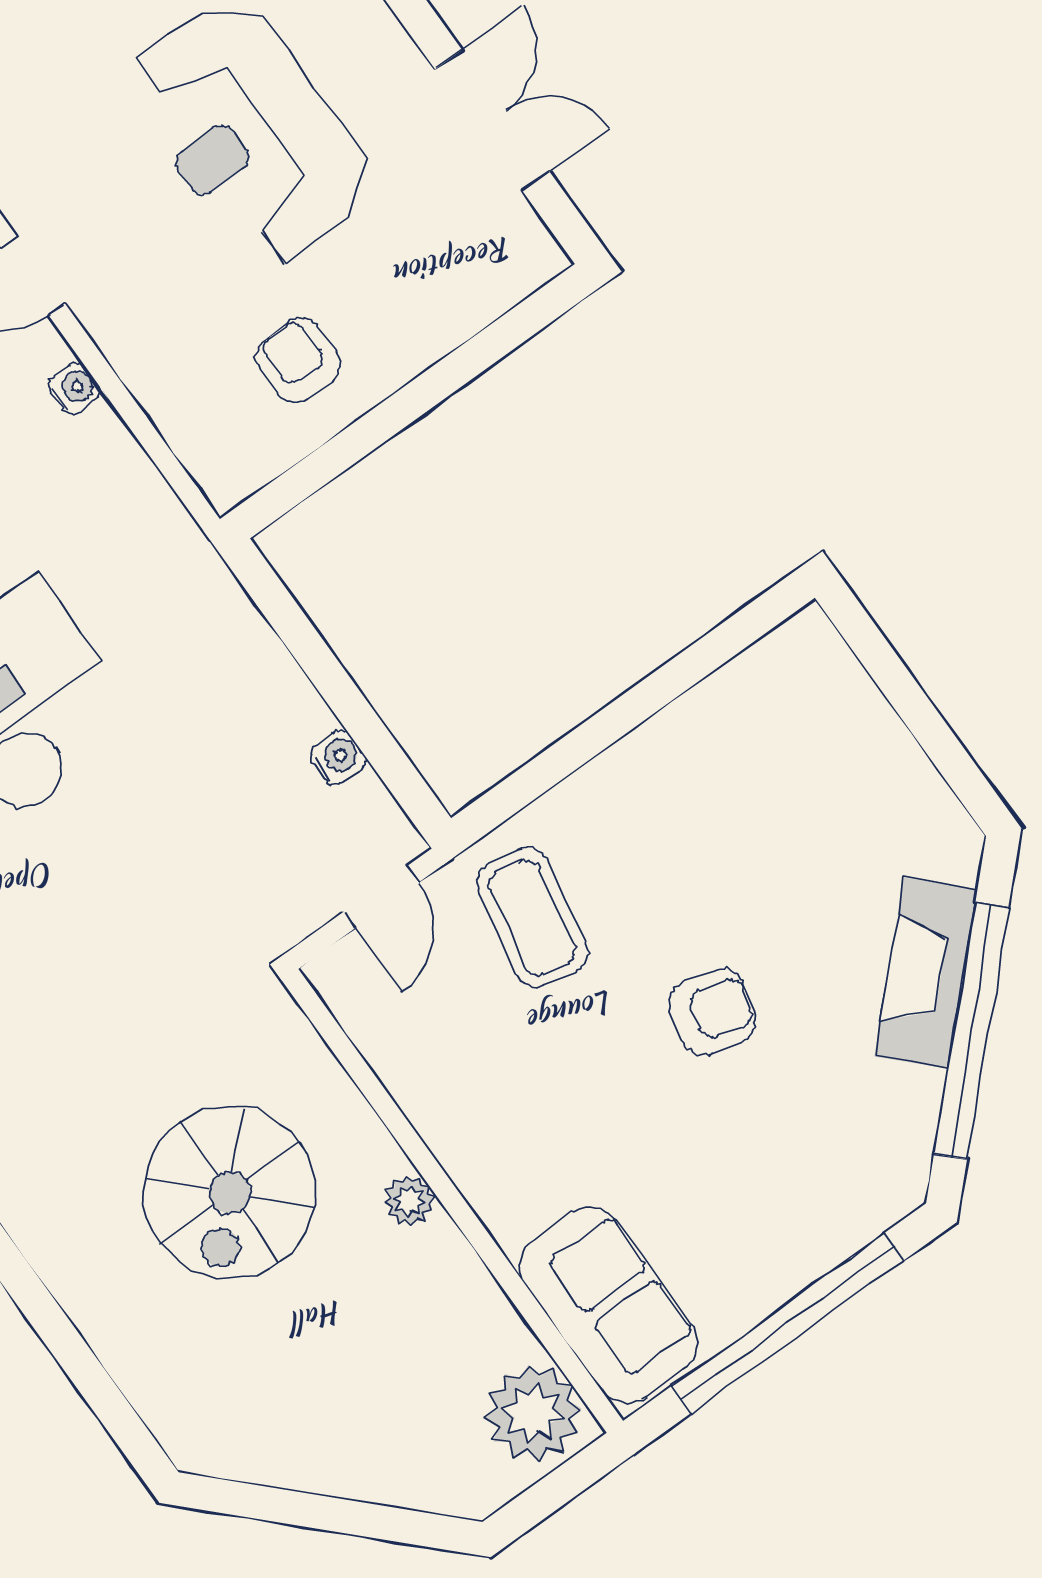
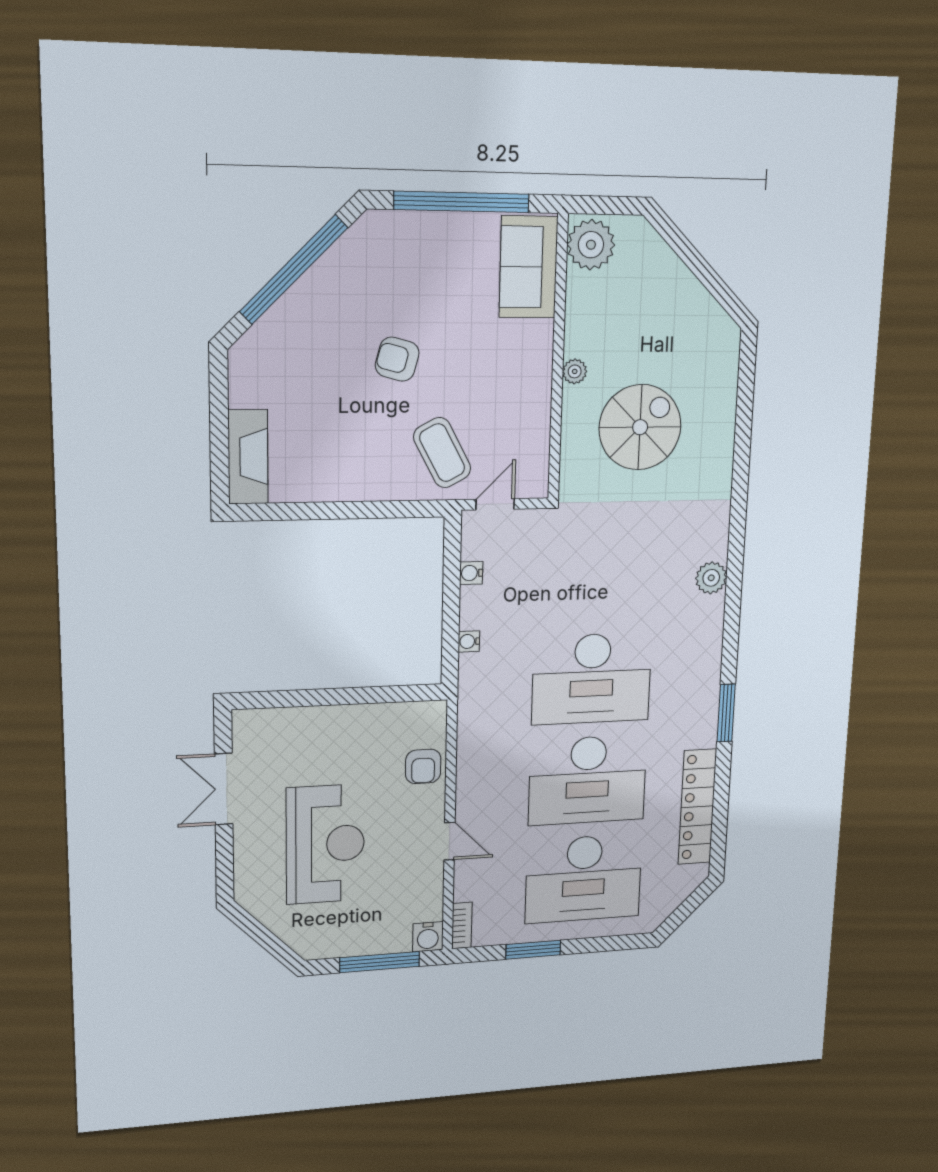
armchair: (298, 360) -> (423, 766), moved
water cooler: (74, 388) -> (469, 641), moved
coffee table: (532, 917) -> (442, 453), turned -39
fireplace: (926, 973) -> (248, 457), moved, turned -45

